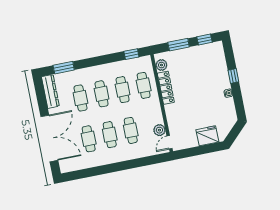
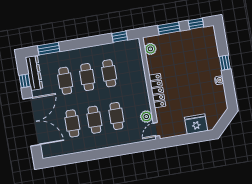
cafe table: (144, 85) -> (131, 70), removed
locker: (166, 88) -> (157, 91), moved
window: (42, 99) -> (25, 81), added

